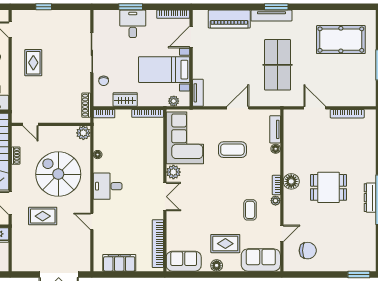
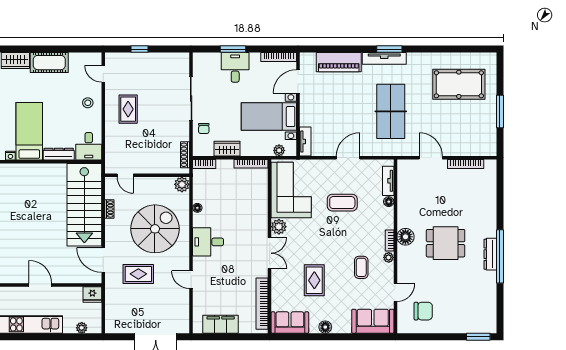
spiral stairs: (58, 174) -> (155, 229), turned 90
rug: (225, 244) -> (314, 280), moved, turned 90

